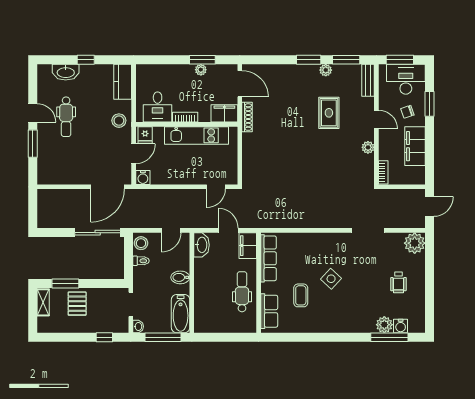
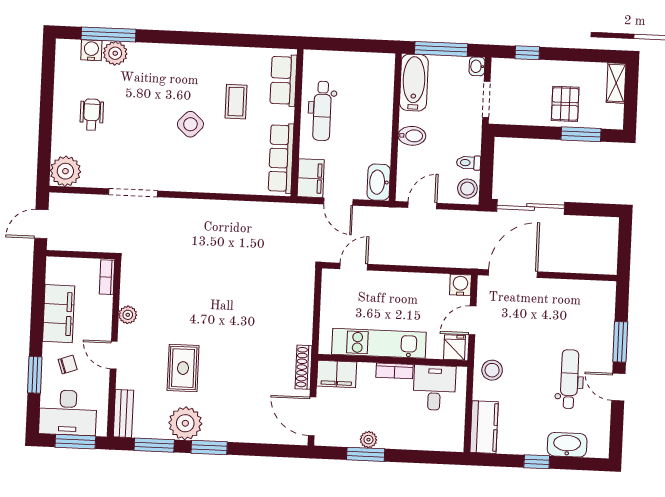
plant: (326, 70) -> (185, 423), width x1.88, depth x1.88
shelving: (43, 302) -> (616, 83), moved

